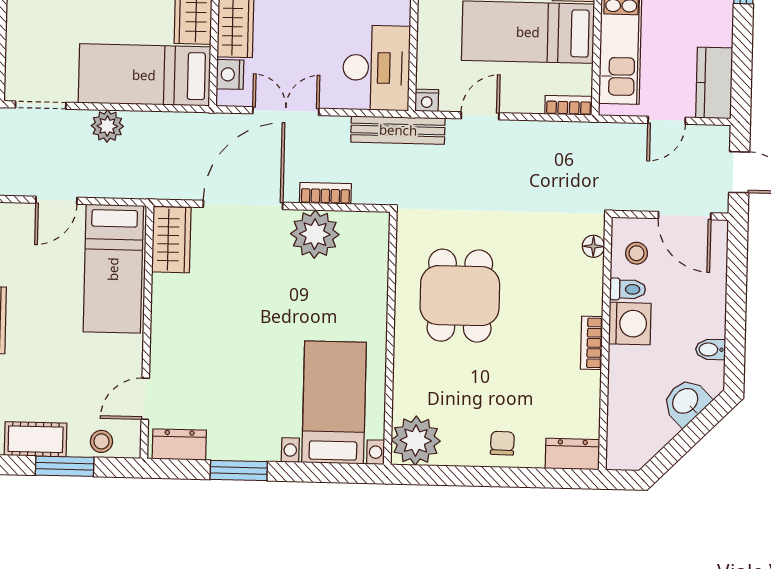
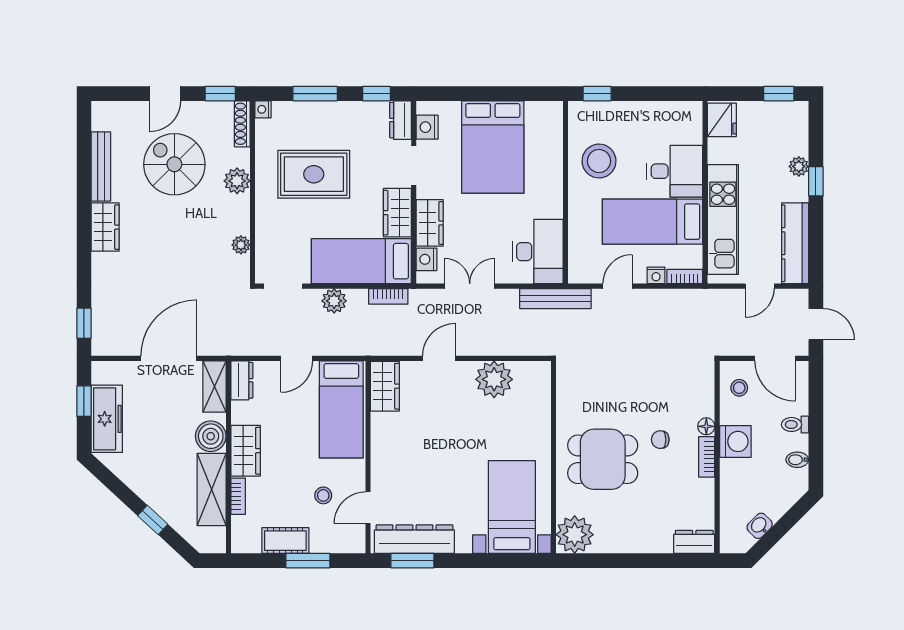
kitchen counter: (714, 83) -> (795, 243), width x1.50
nightstand: (427, 100) -> (656, 275), moved
bookcase: (325, 193) -> (388, 296), moved, turned 180
door: (243, 205) -> (439, 358), width x0.53
floor lamp: (593, 246) -> (706, 426), moved
toilet: (628, 289) -> (795, 424), moved, turned 180
dining table: (460, 296) -> (603, 459), moved, turned 90
washbasin: (686, 402) -> (760, 526), moved, width x0.72, depth x0.69
stool: (101, 441) -> (323, 495), moved
chair: (502, 443) -> (660, 440), moved, turned -91
dresser: (179, 444) -> (414, 539), width x1.96, depth x1.24
window: (239, 470) -> (412, 561), moved

